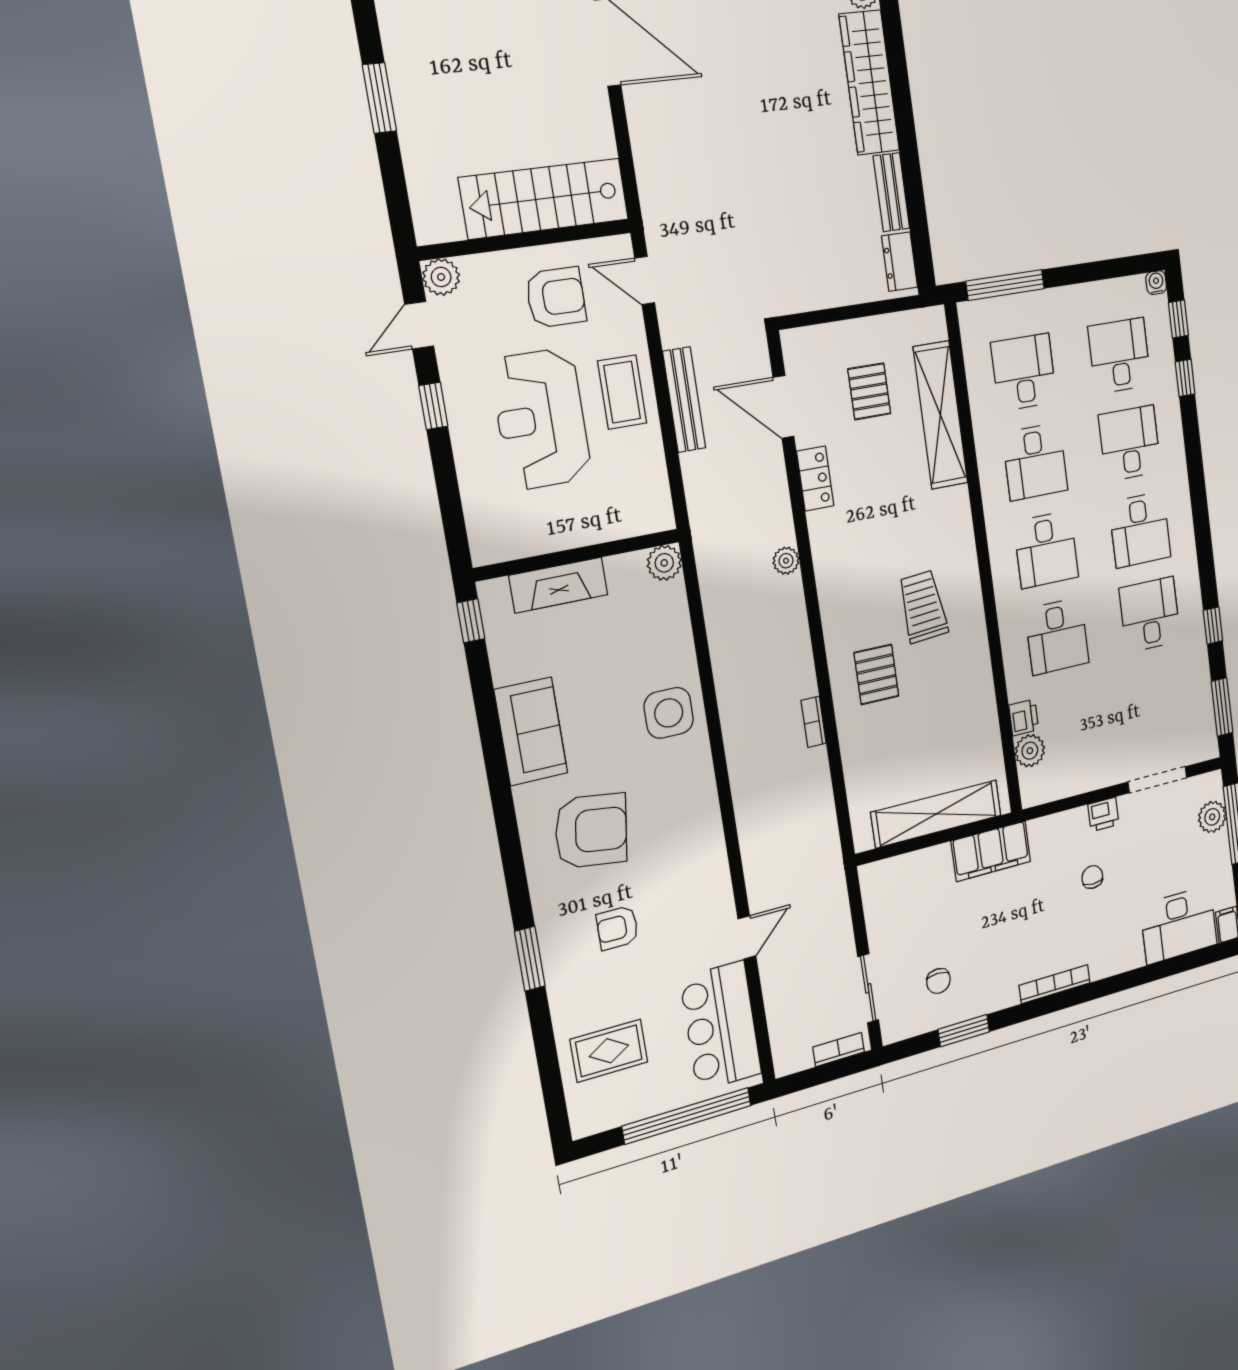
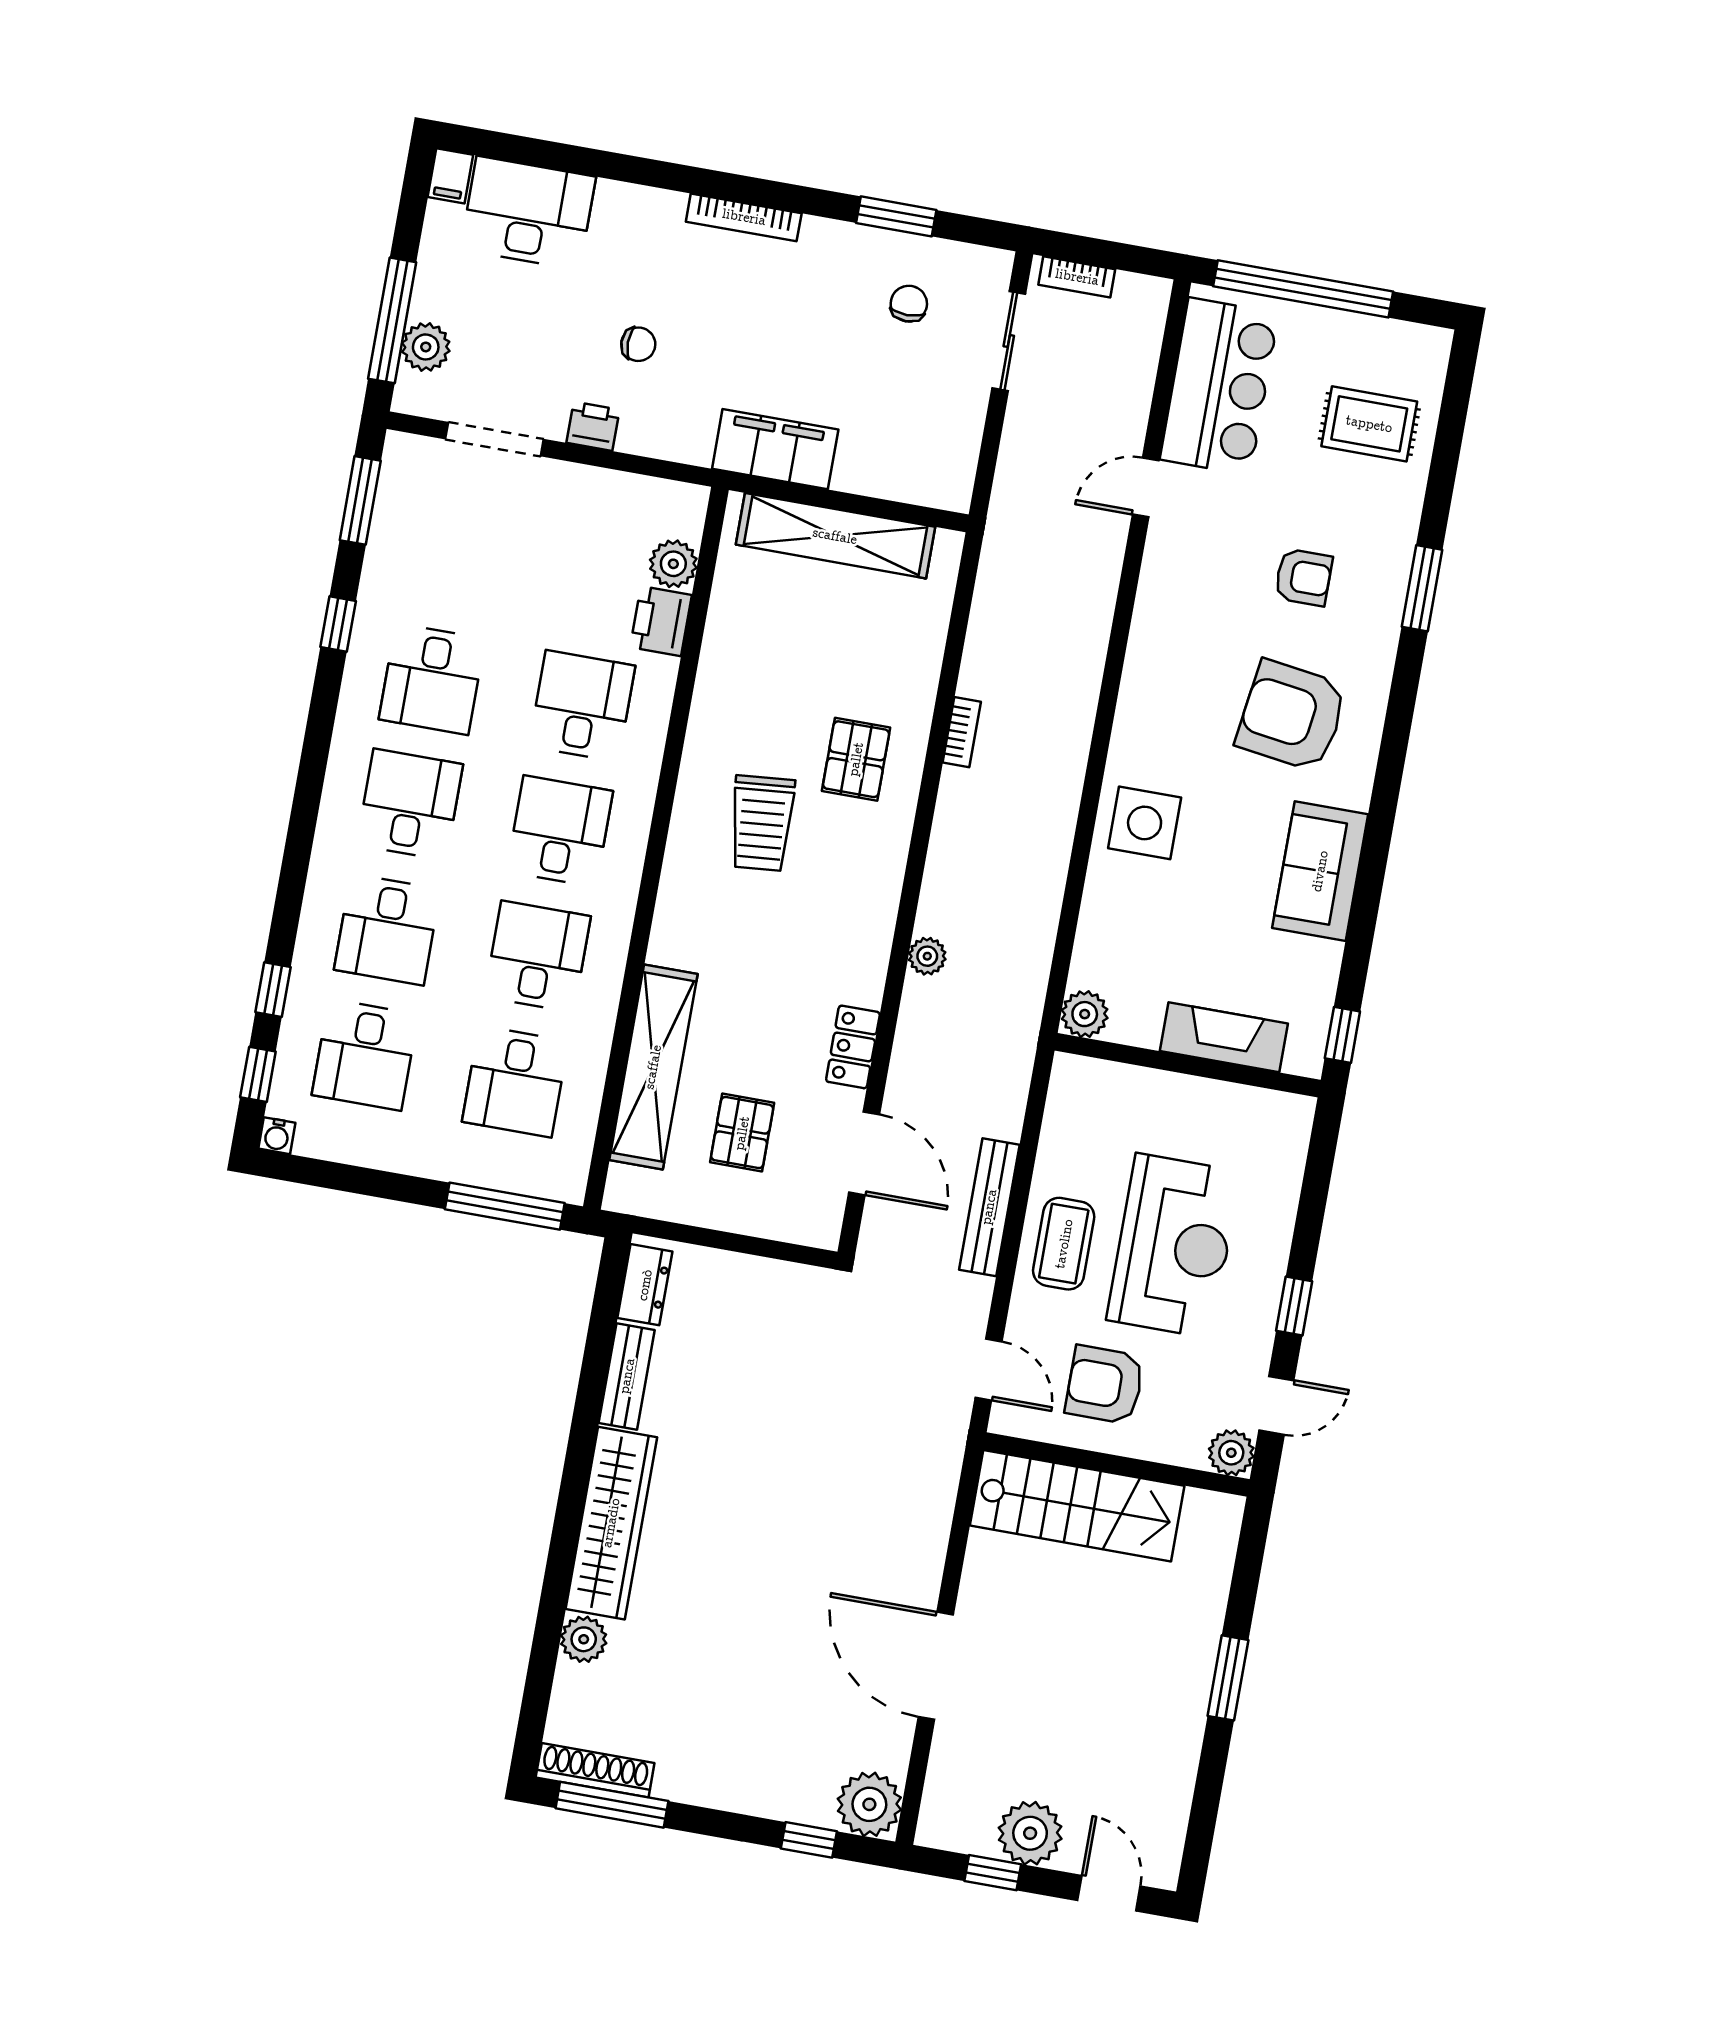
printer: (1024, 717) -> (661, 621), width x1.36, depth x1.24
chair: (1092, 877) -> (638, 344), turned -90

